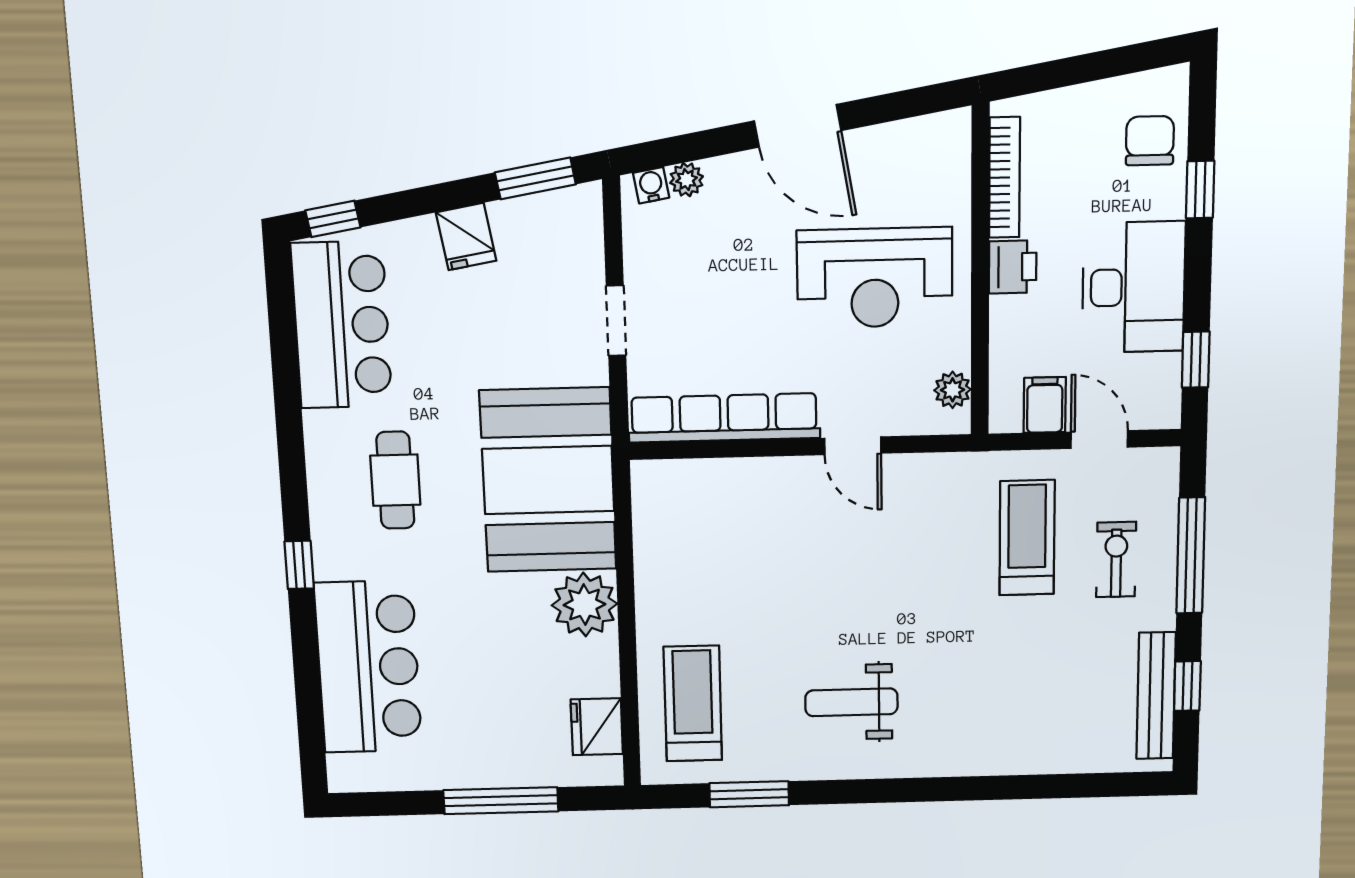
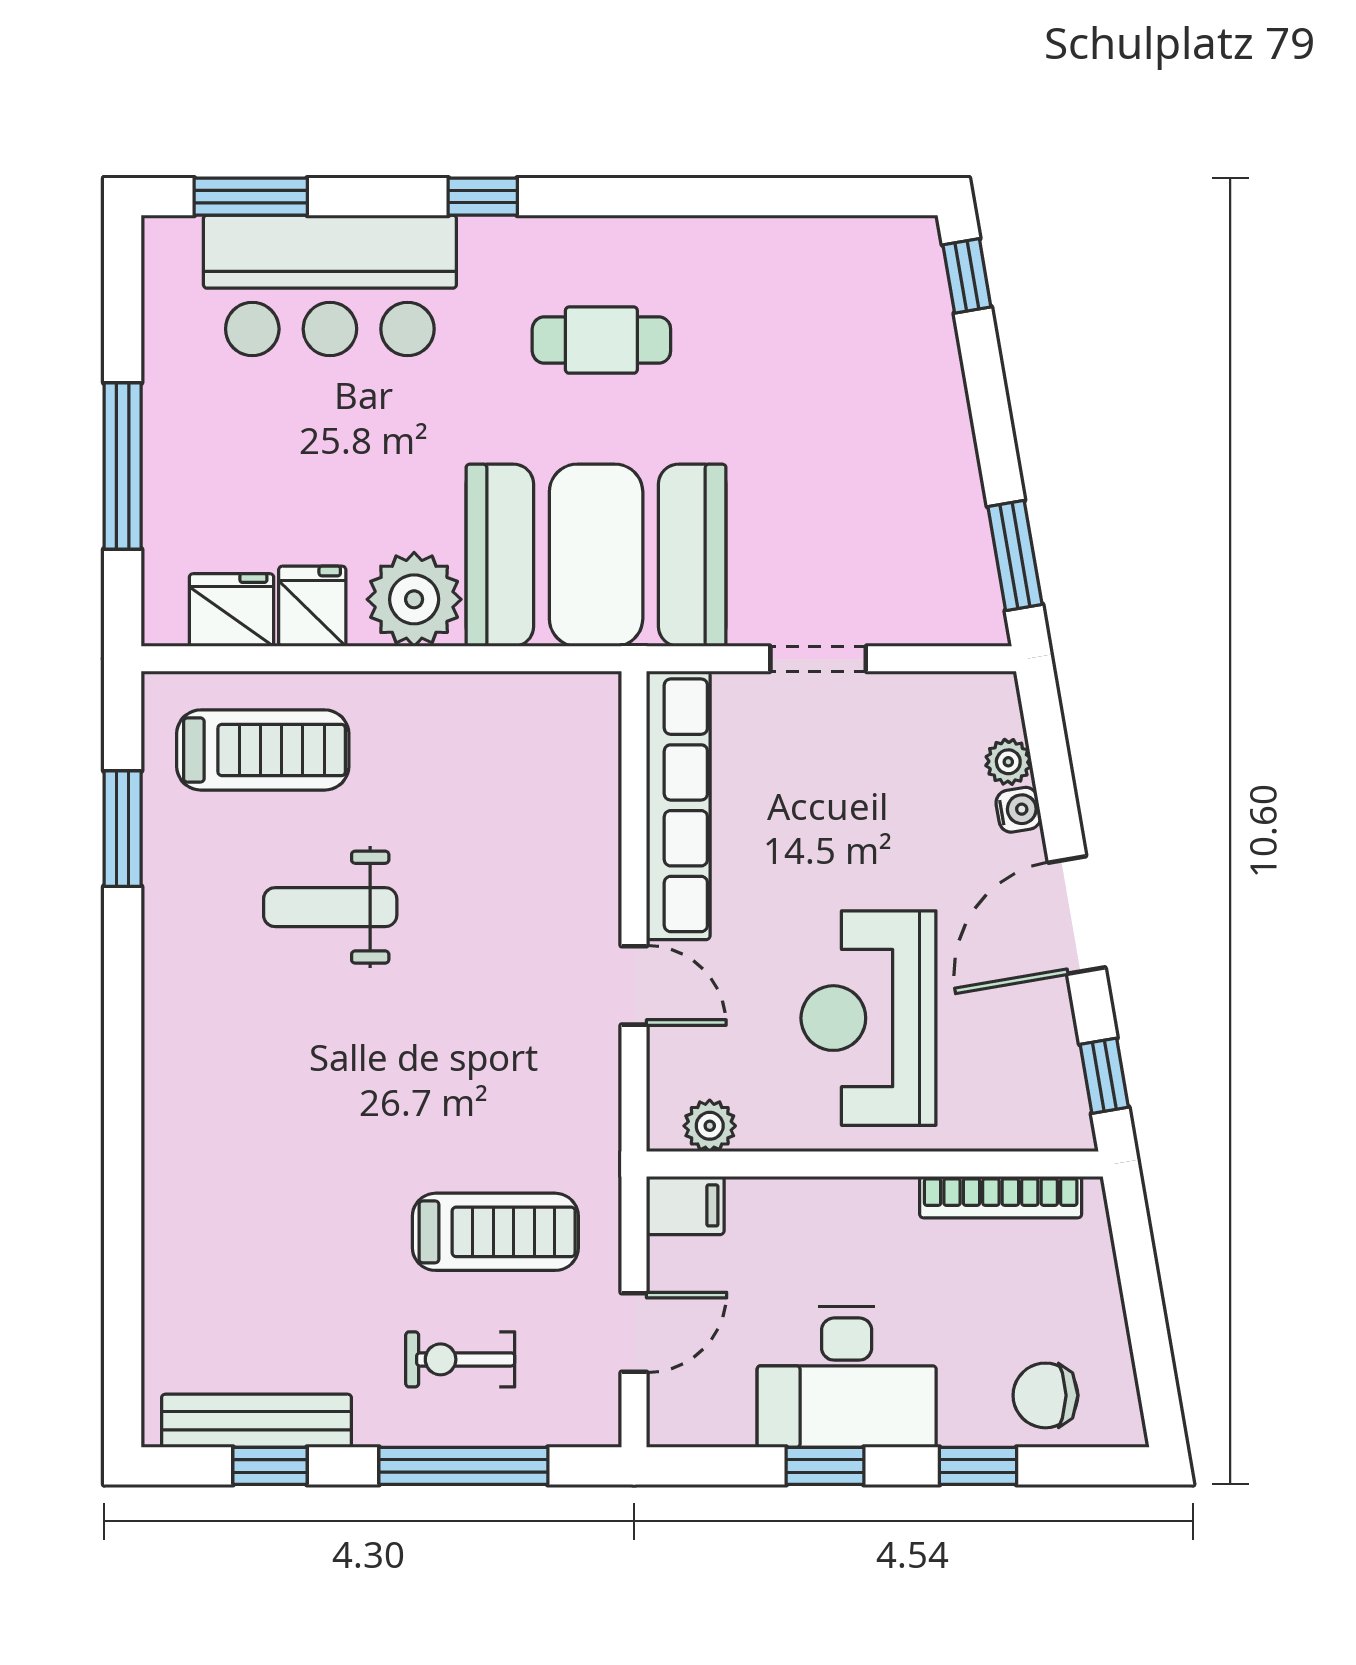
window: (916, 102) -> (1104, 1076), added
chair: (1150, 141) -> (1045, 1395), turned 180
water cooler: (651, 185) -> (1018, 810), moved
fridge: (466, 237) -> (312, 606), moved, turned 100
printer: (1013, 267) -> (879, 1209), removed
bar counter: (342, 325) -> (821, 279), removed
window: (1196, 360) -> (825, 1466), moved
filing cabinet: (1045, 405) -> (685, 1205), moved
door: (853, 446) -> (634, 985), swing flipped
exercise bike: (1116, 560) -> (460, 1359), turned 180
weight bench: (851, 702) -> (330, 907), moved, turned -90
window: (310, 721) -> (251, 197), added

